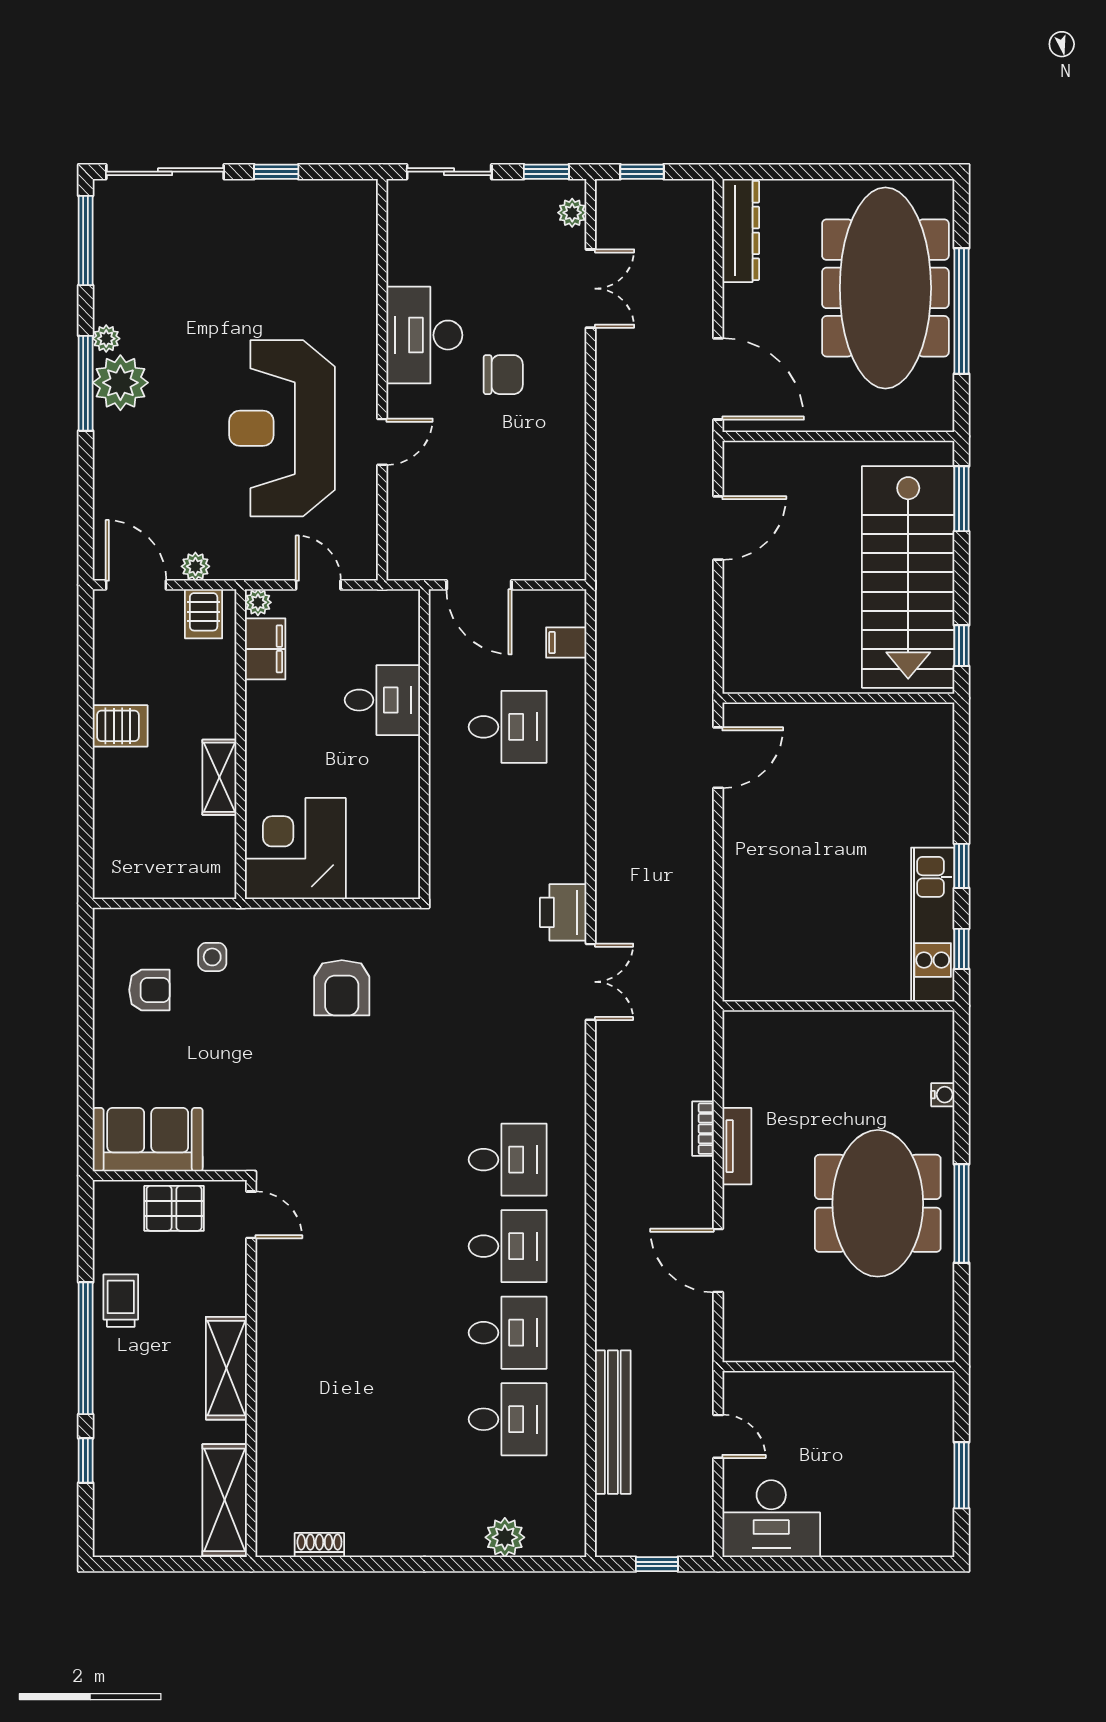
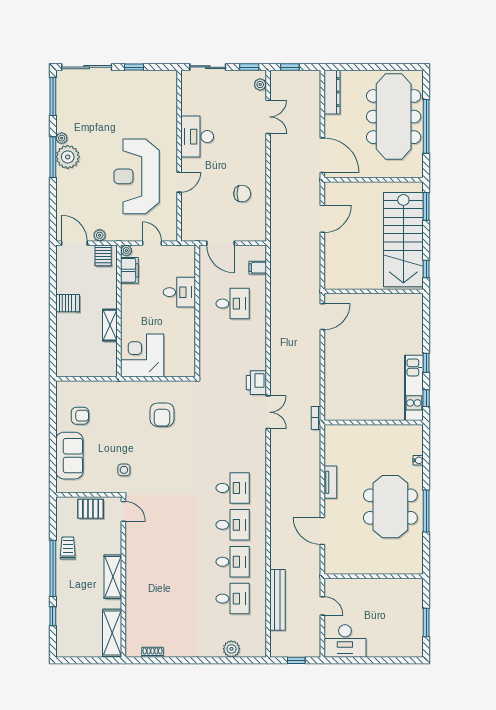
chair: (503, 375) -> (242, 194), moved
side table: (212, 957) -> (124, 470), moved
bookcase: (703, 1129) -> (316, 418), moved
sofa: (148, 1140) -> (69, 456), moved, turned 90

